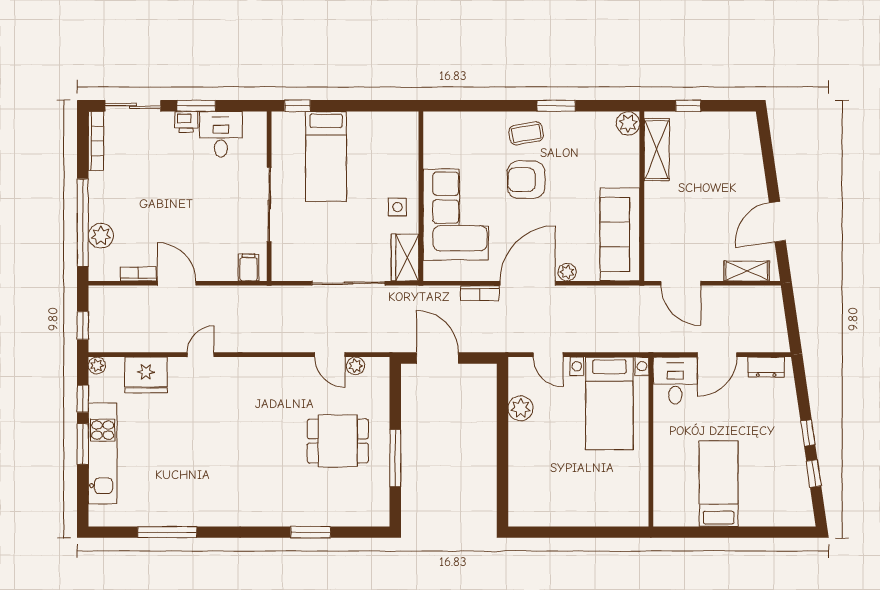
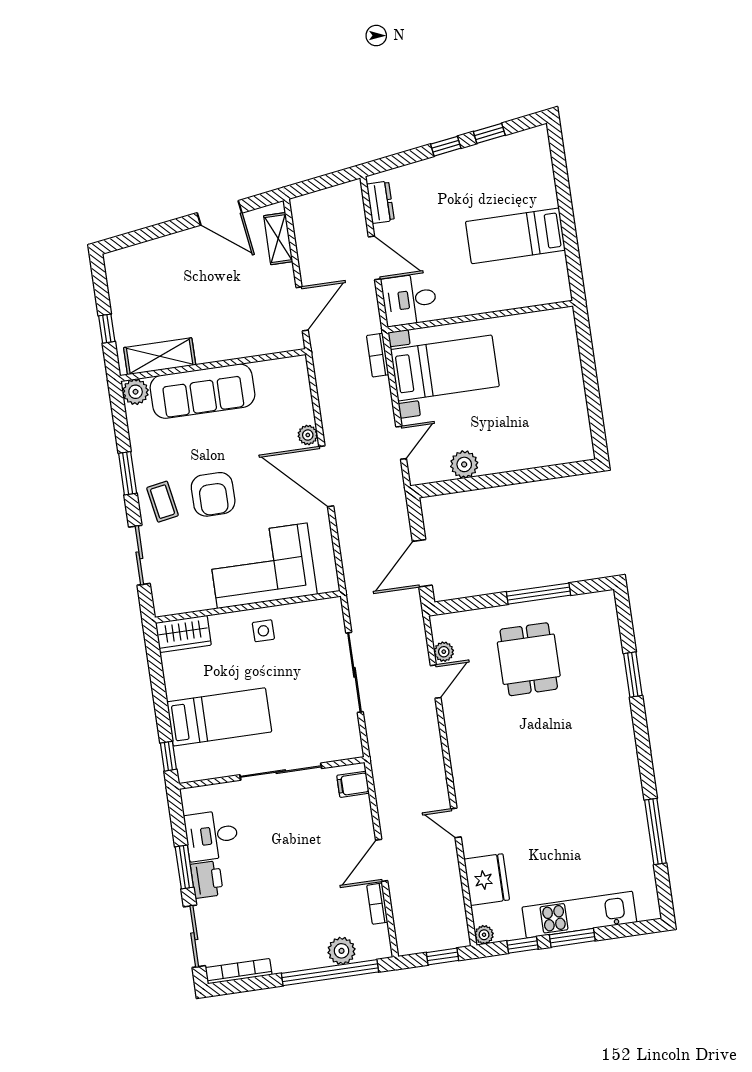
sliding door: (481, 106) -> (139, 555), added
printer: (186, 122) -> (207, 879), width x1.36, depth x1.24
sofa: (620, 235) -> (202, 391), moved
wardrobe: (405, 257) -> (183, 634), moved
bookcase: (480, 293) -> (378, 355), moved, turned 180

